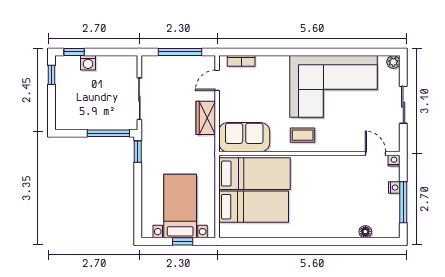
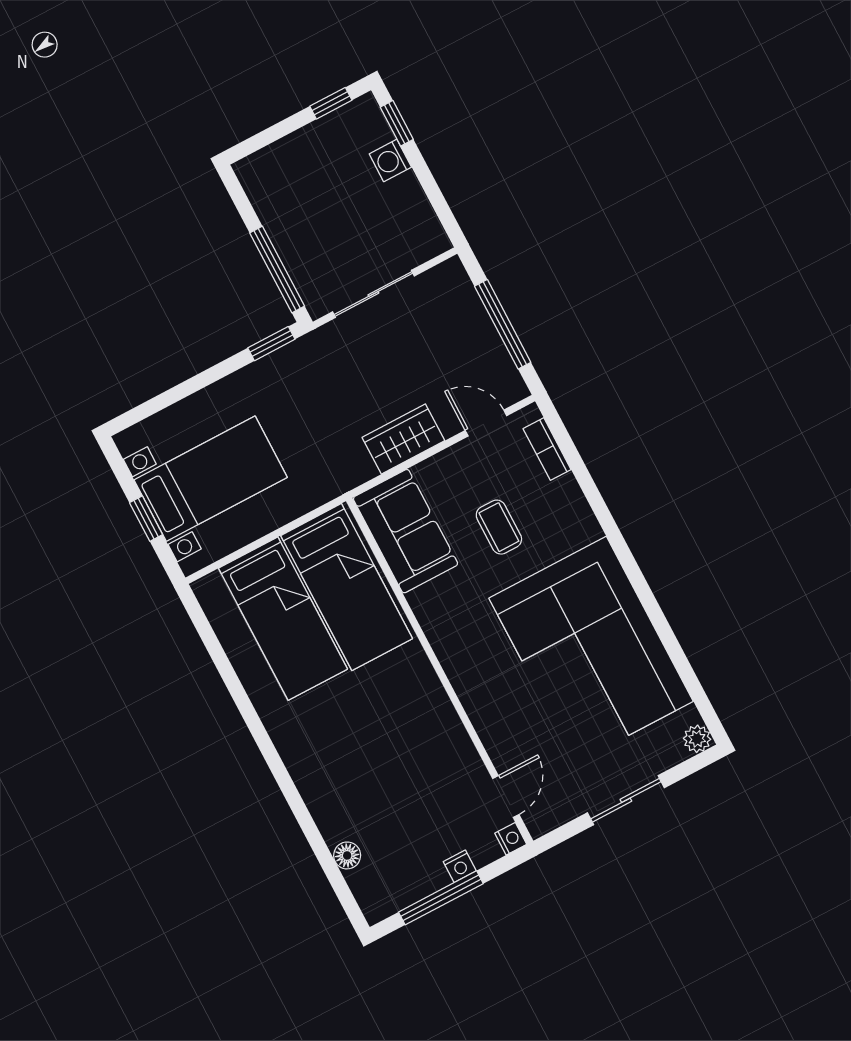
coffee table: (303, 135) -> (499, 527), moved

